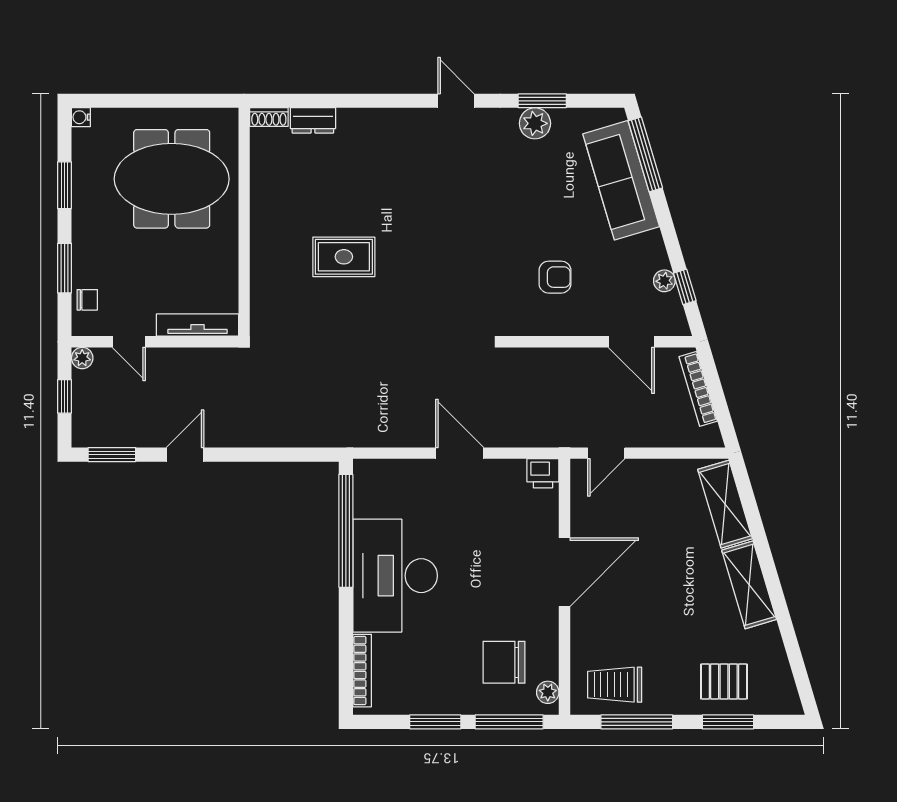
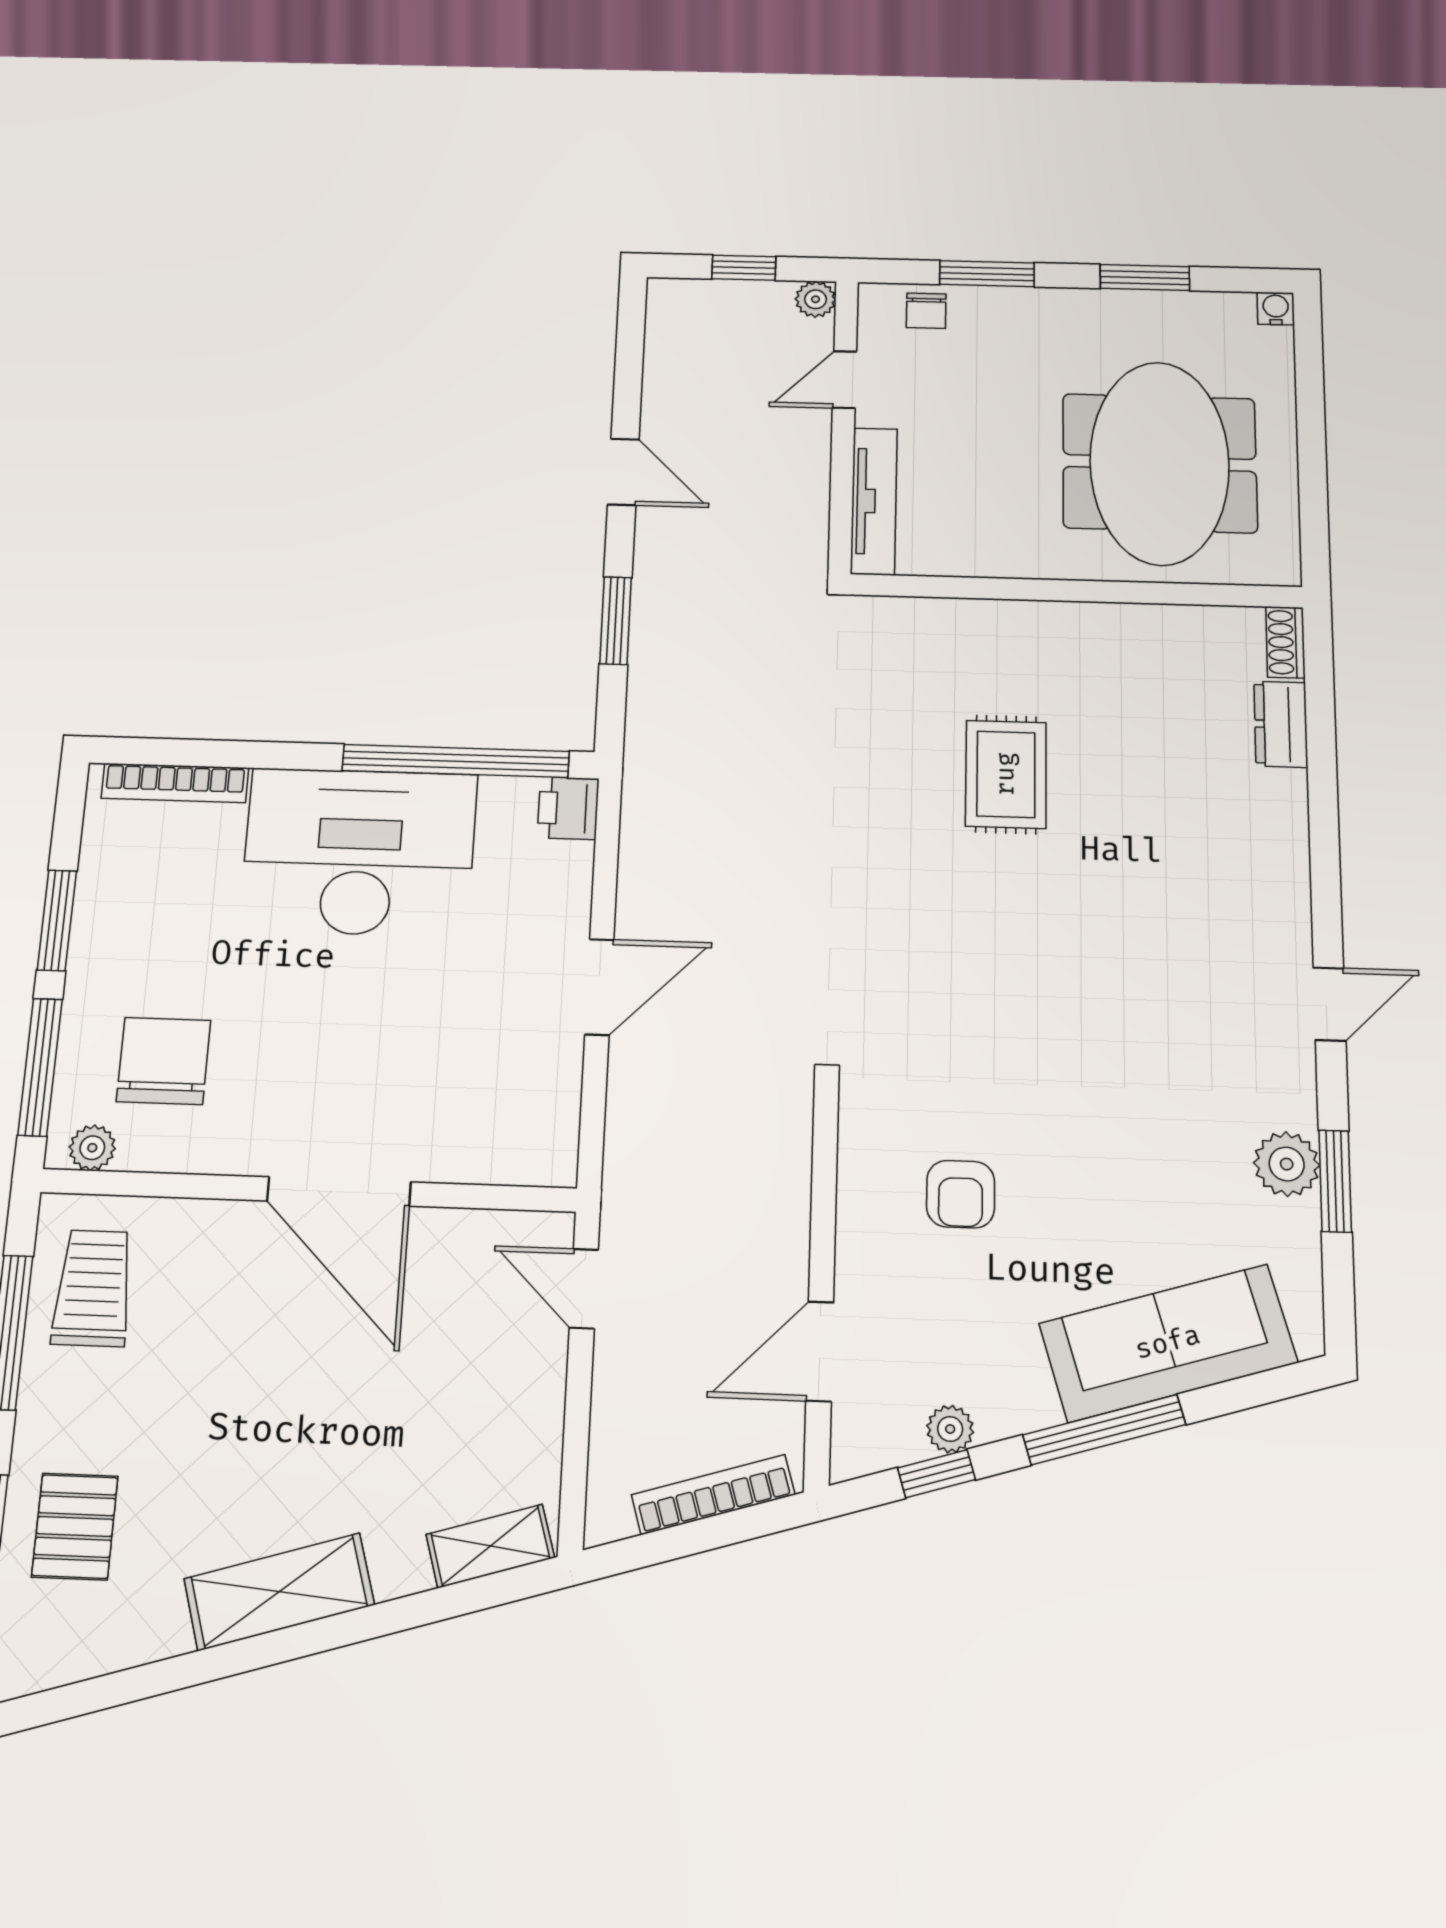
window: (645, 154) -> (1104, 1430), moved
window: (112, 455) -> (616, 621), moved
printer: (543, 473) -> (568, 808), moved
shelving: (725, 504) -> (490, 1546), width x0.67, depth x0.75

